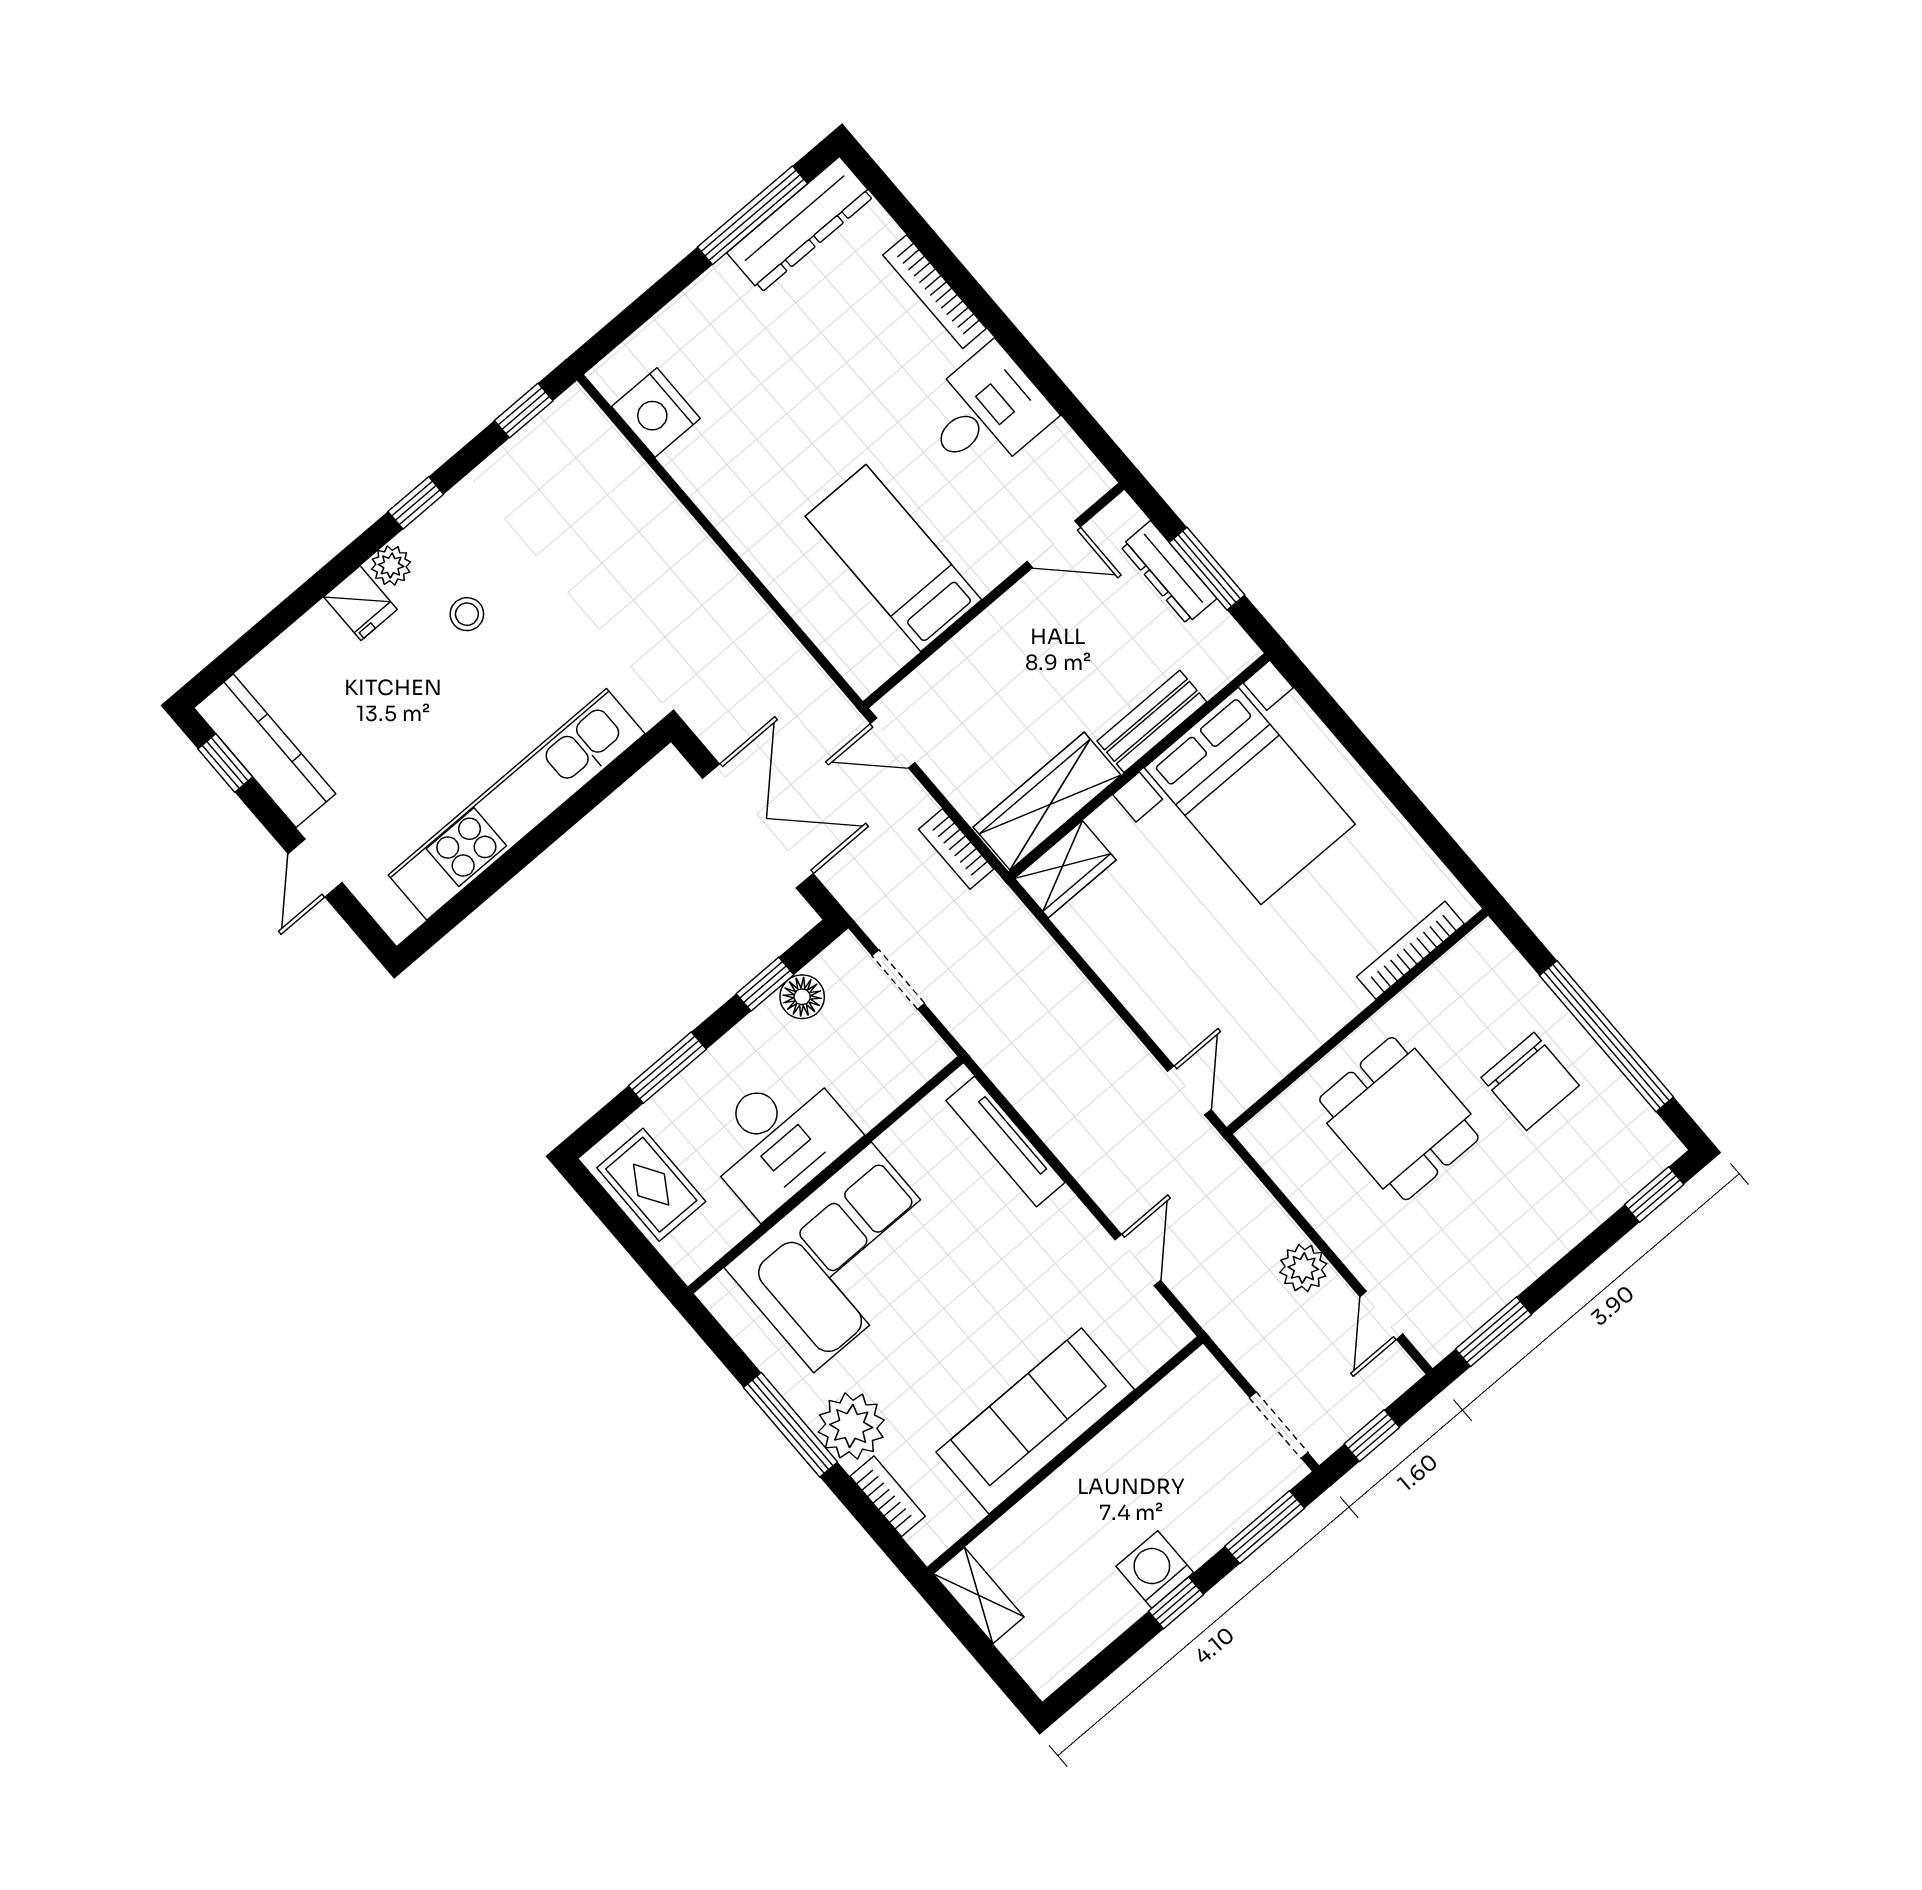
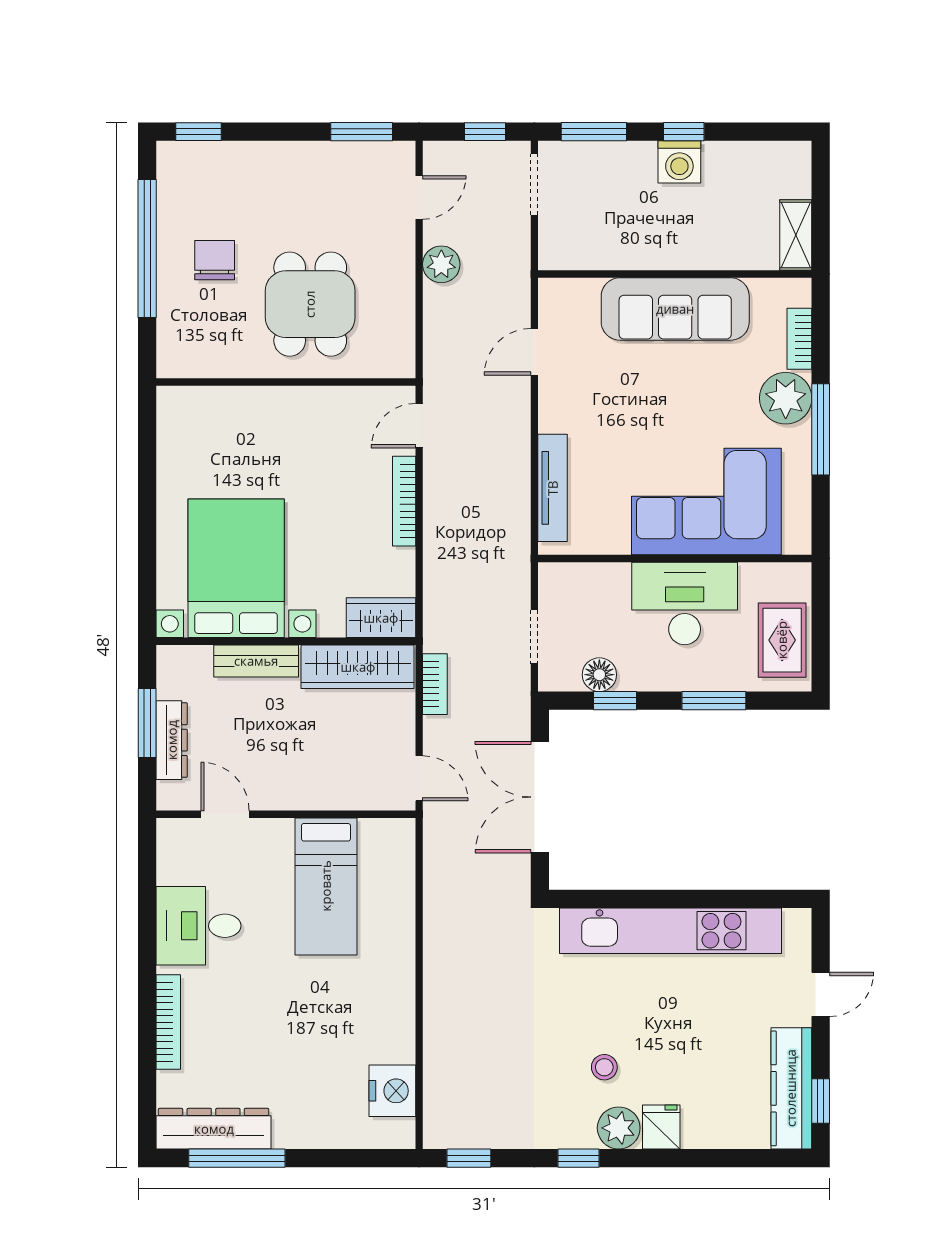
plant: (391, 565) -> (619, 1128), width x1.38, depth x1.38
bookcase: (1410, 950) -> (404, 501), moved, turned 90
chair: (1530, 1081) -> (215, 260), width x0.73, depth x0.73

